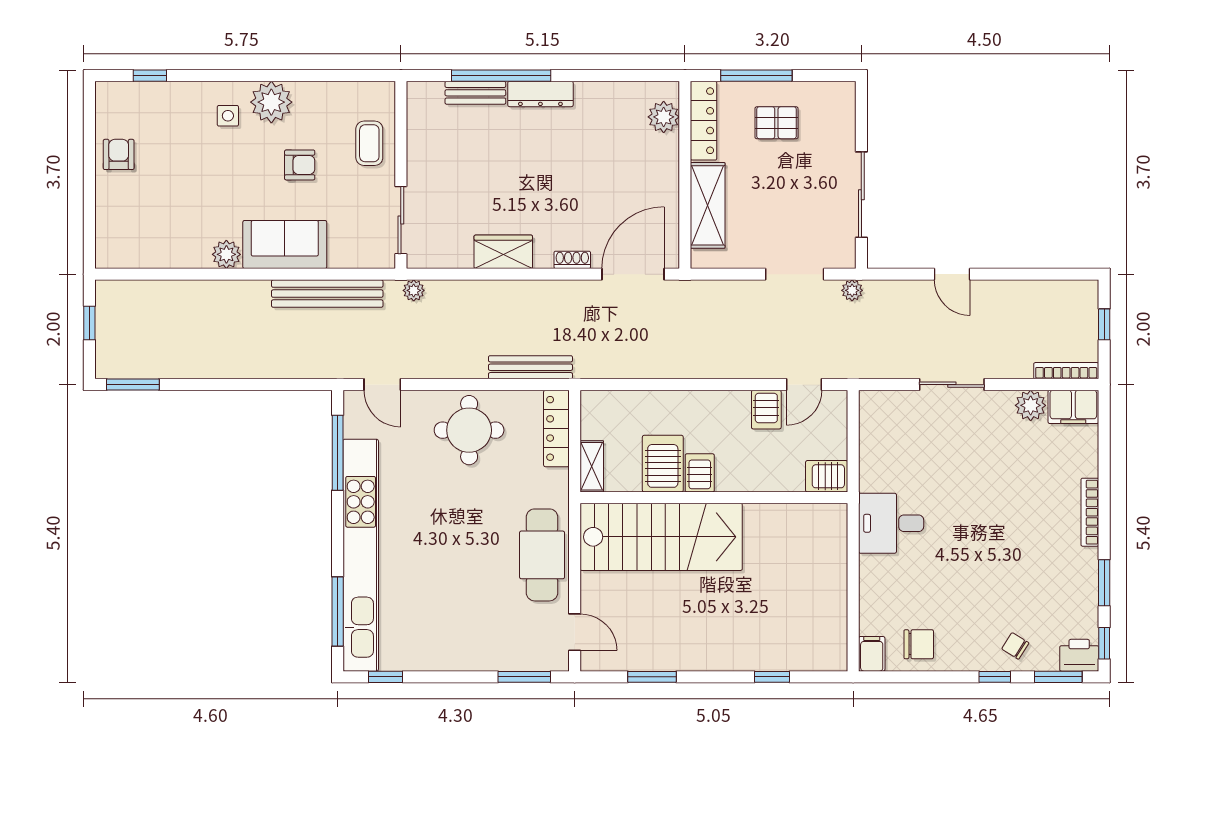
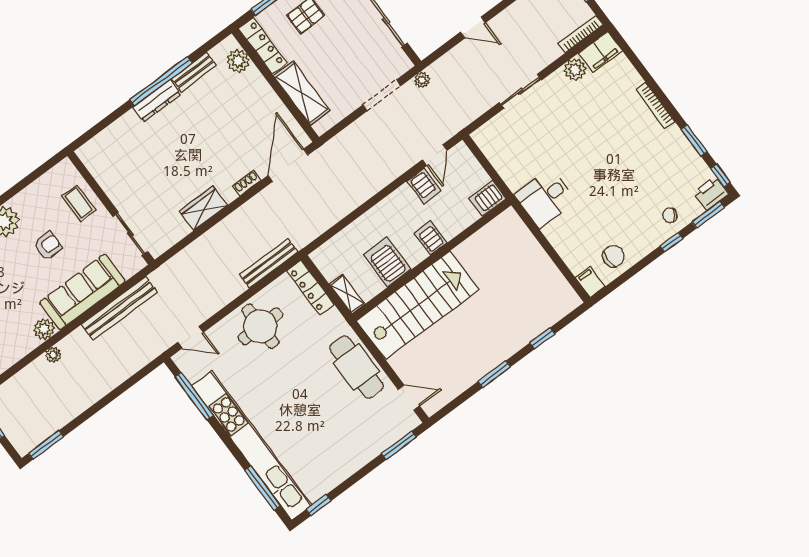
window: (501, 76) -> (161, 81), moved
bench: (475, 93) -> (194, 72), moved
sofa: (285, 245) -> (82, 292), width x1.36
plant: (414, 290) -> (53, 355), moved
server rack: (700, 473) -> (431, 238), moved
window: (652, 677) -> (494, 374), moved

